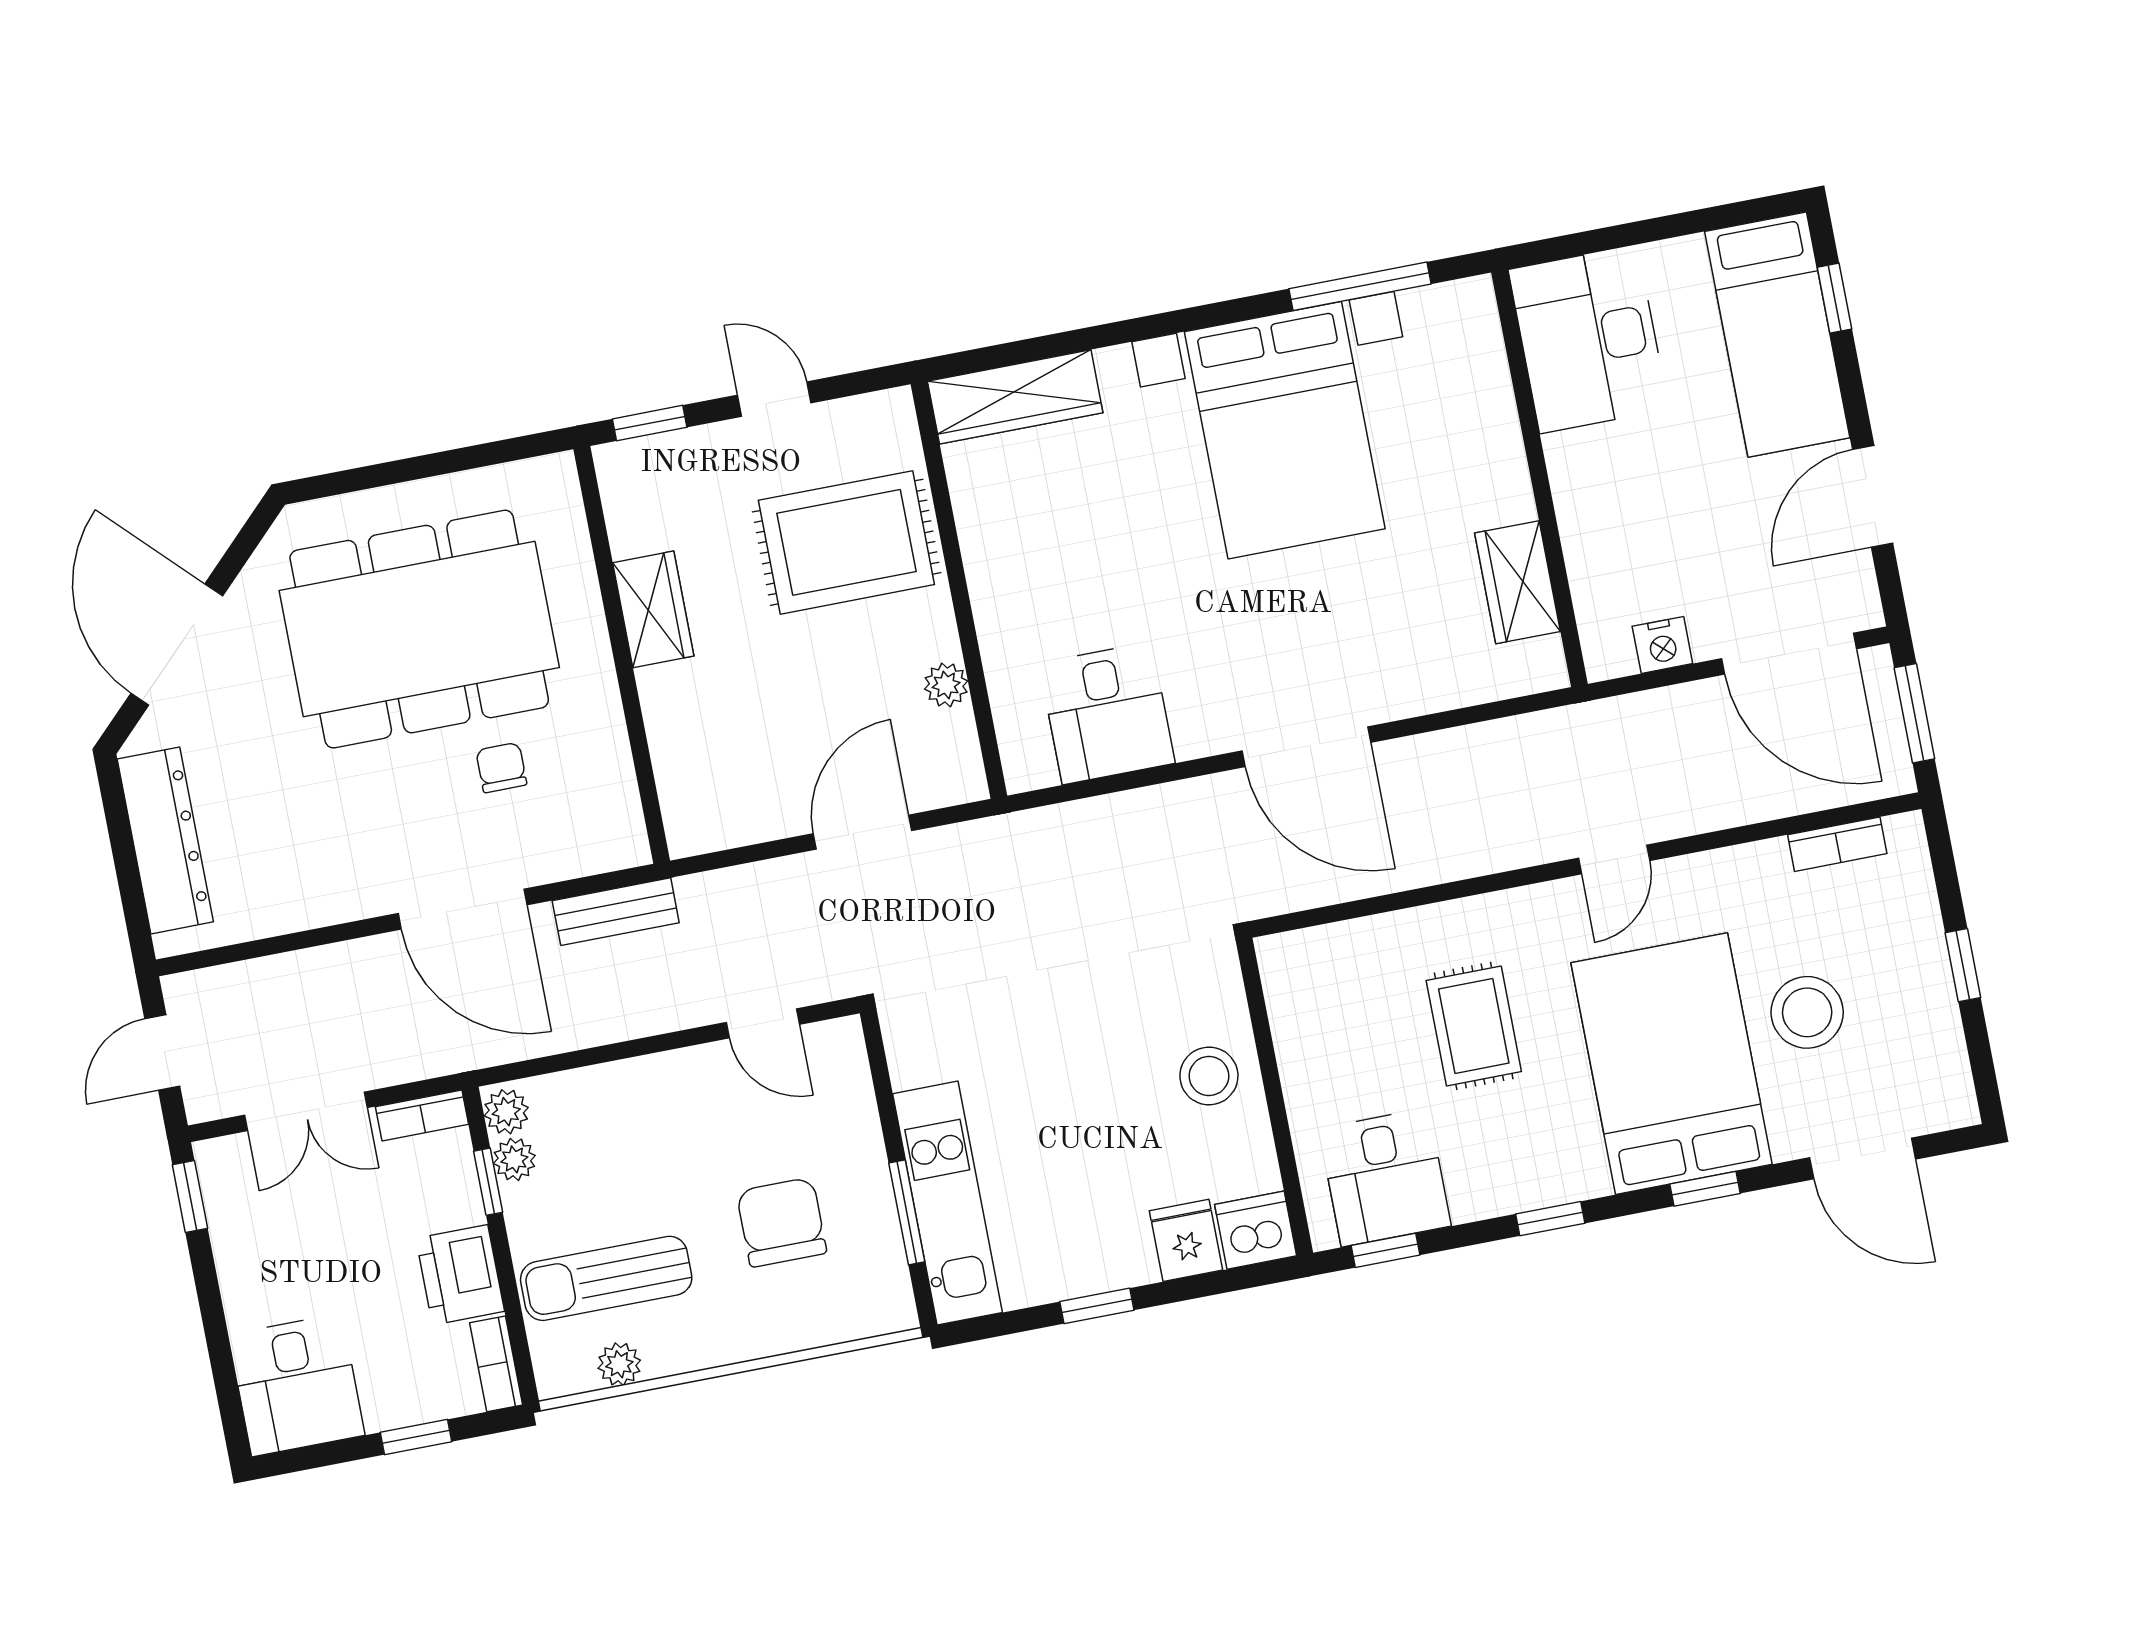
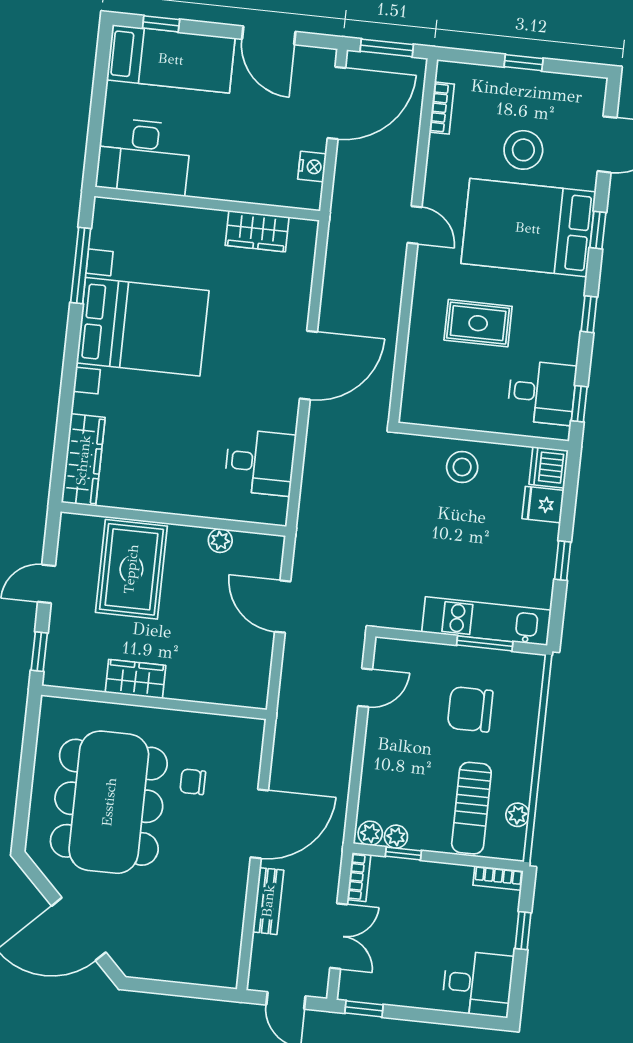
dresser: (165, 840) -> (177, 966), removed
bench: (616, 912) -> (268, 901), moved
printer: (460, 1275) -> (447, 883), removed

